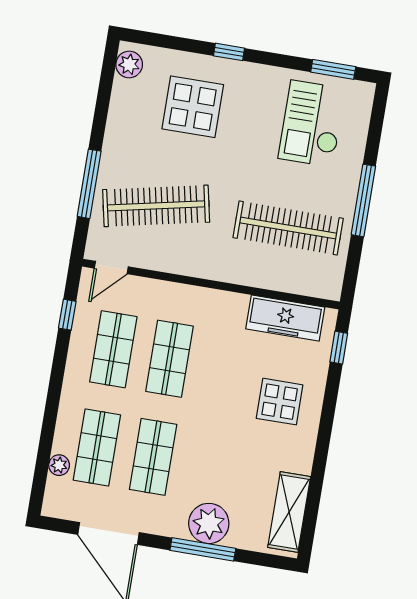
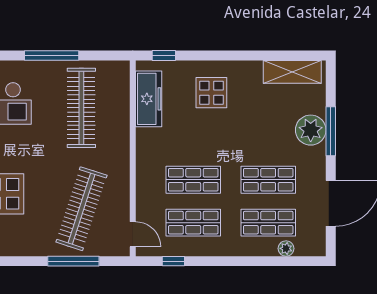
clothes rail: (156, 206) -> (81, 209), turned 30

